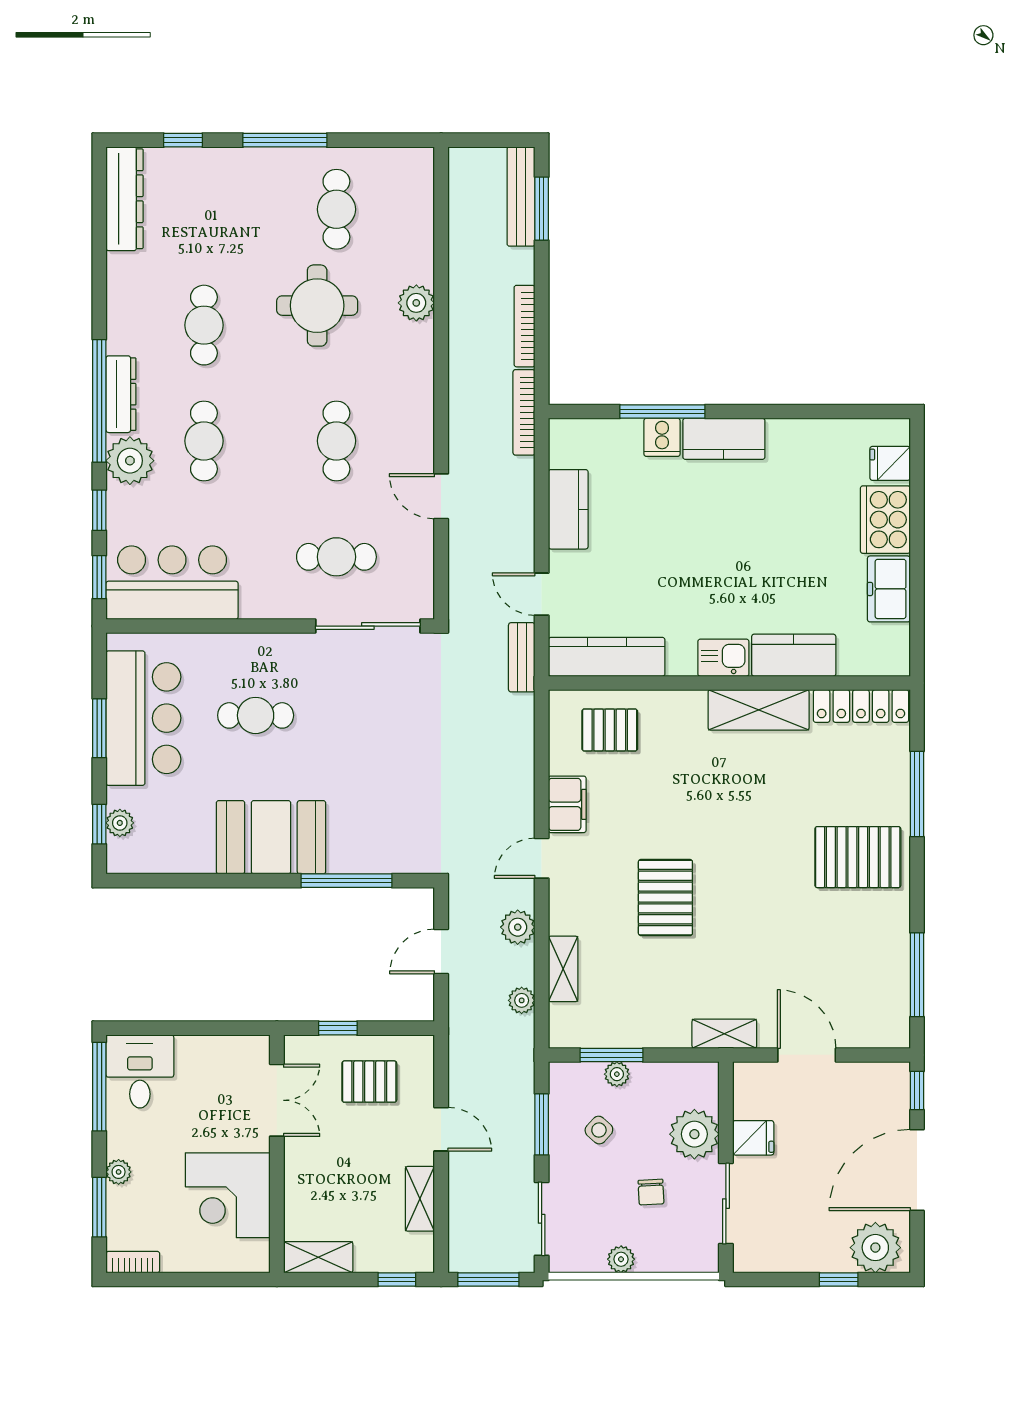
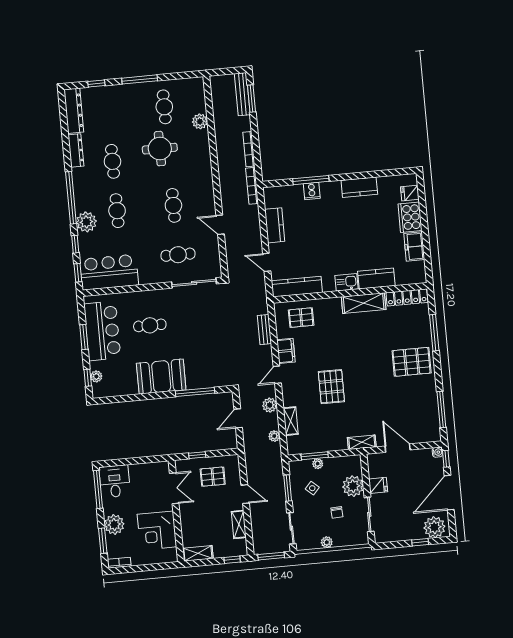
plant: (416, 303) -> (200, 121), moved
dresser: (121, 394) -> (76, 150), moved
kitchen counter: (724, 439) -> (359, 187), moved
bench: (522, 657) -> (264, 330), moved
water cooler: (899, 1073) -> (437, 452), added
plant: (119, 1172) -> (114, 525), width x1.87, depth x1.87

